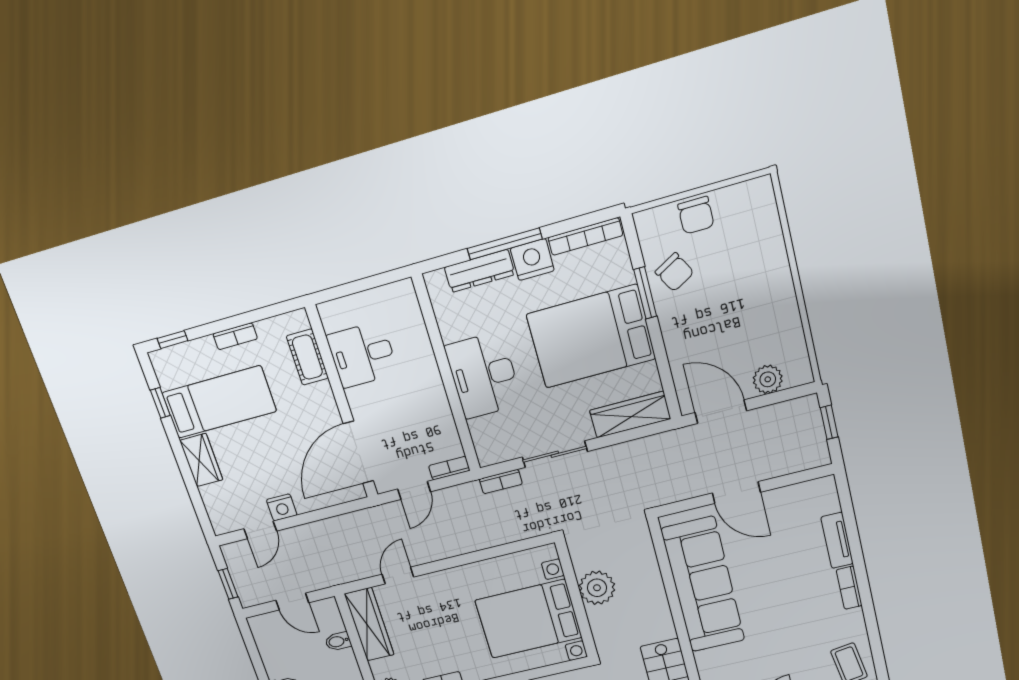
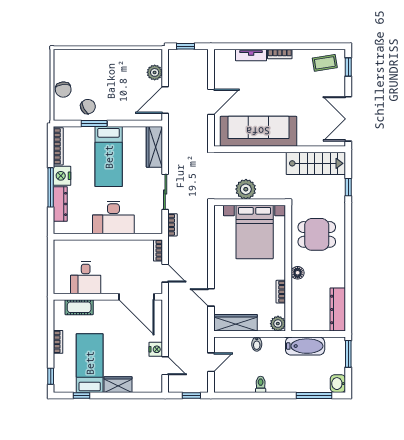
chair: (696, 215) -> (63, 90), turned 84
bed: (591, 337) -> (109, 157), width x0.67
bidet: (338, 641) -> (257, 344), moved

